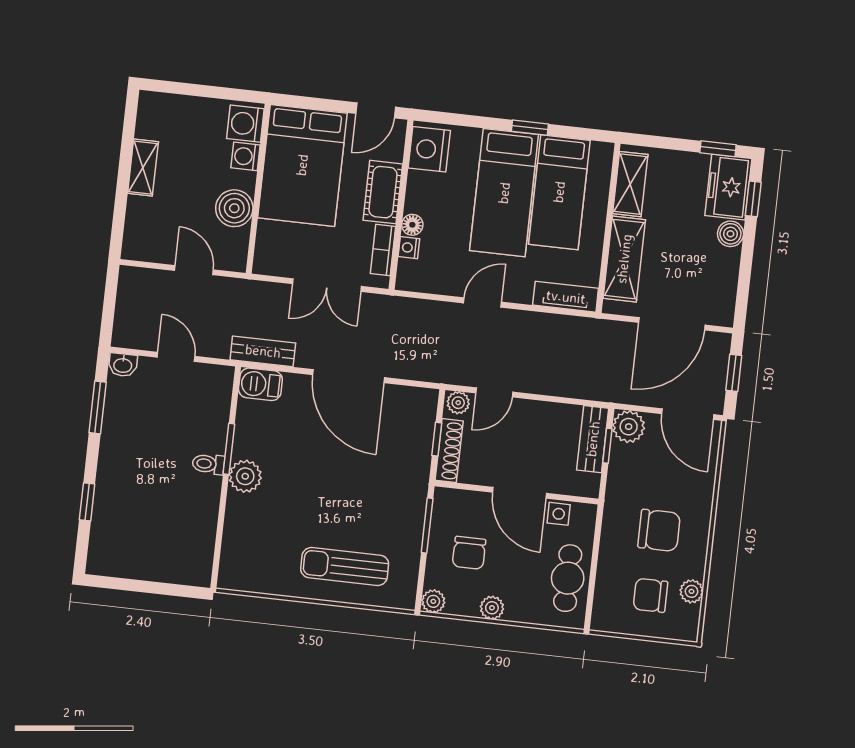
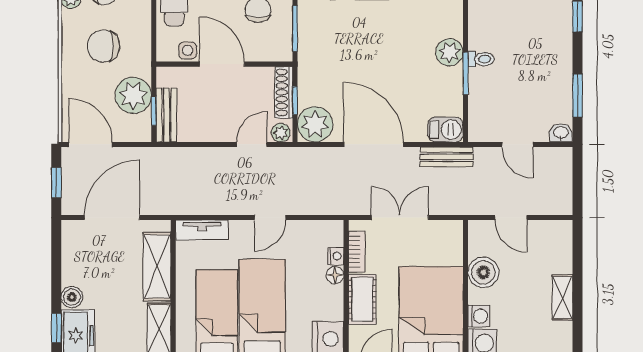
plant: (416, 408) -> (315, 124), added
plant: (629, 427) -> (133, 95), moved, width x1.36, depth x1.36

